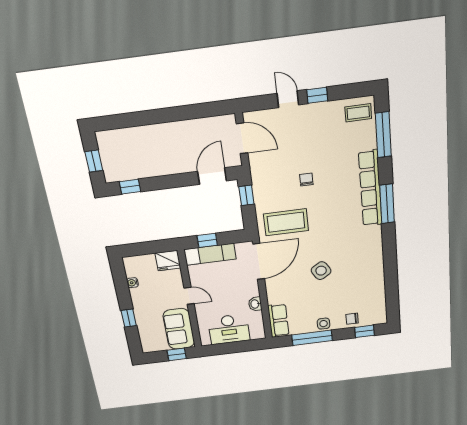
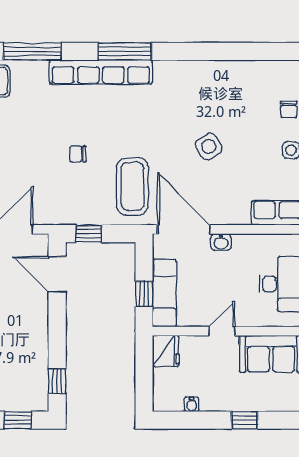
washbasin: (255, 304) -> (221, 242), moved

